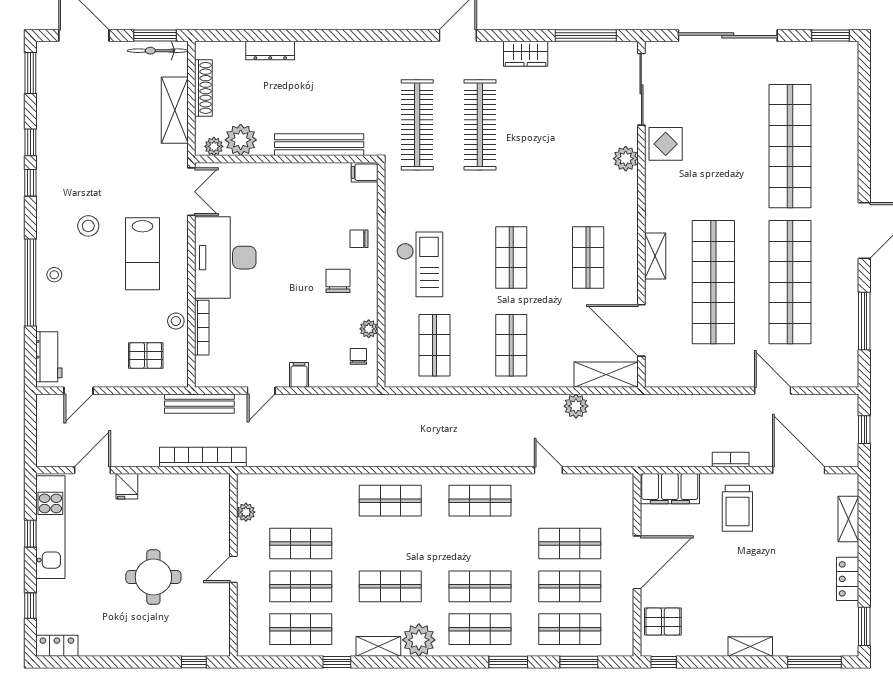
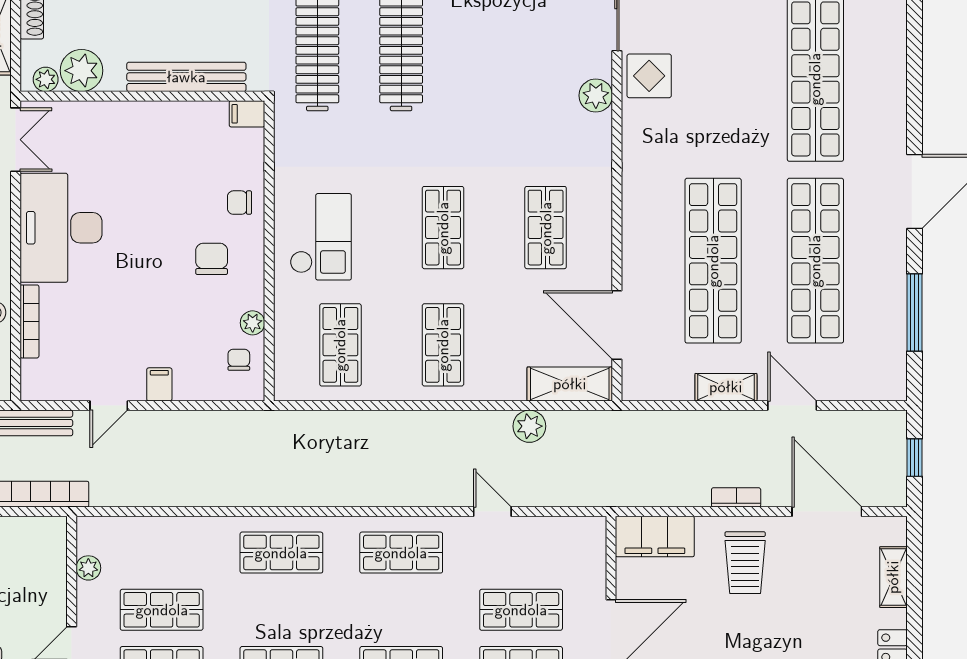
shelving: (655, 256) -> (726, 387), moved, turned 90

